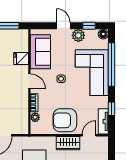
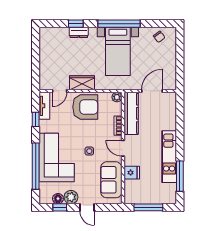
floor lamp: (103, 34) -> (58, 199), moved
kitchen counter: (22, 114) -> (131, 113), added
plant: (35, 117) -> (117, 97), moved

